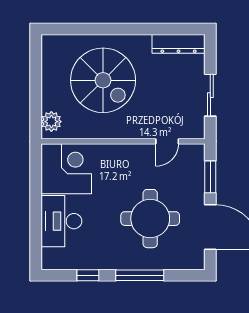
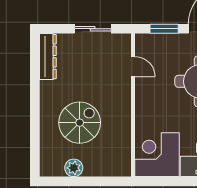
spiral stairs: (103, 80) -> (80, 123), width x0.73, depth x0.73
plant: (51, 122) -> (74, 168), moved

